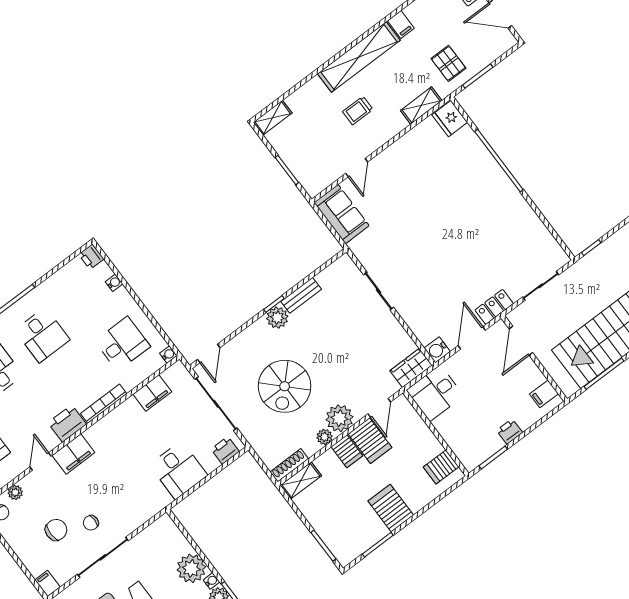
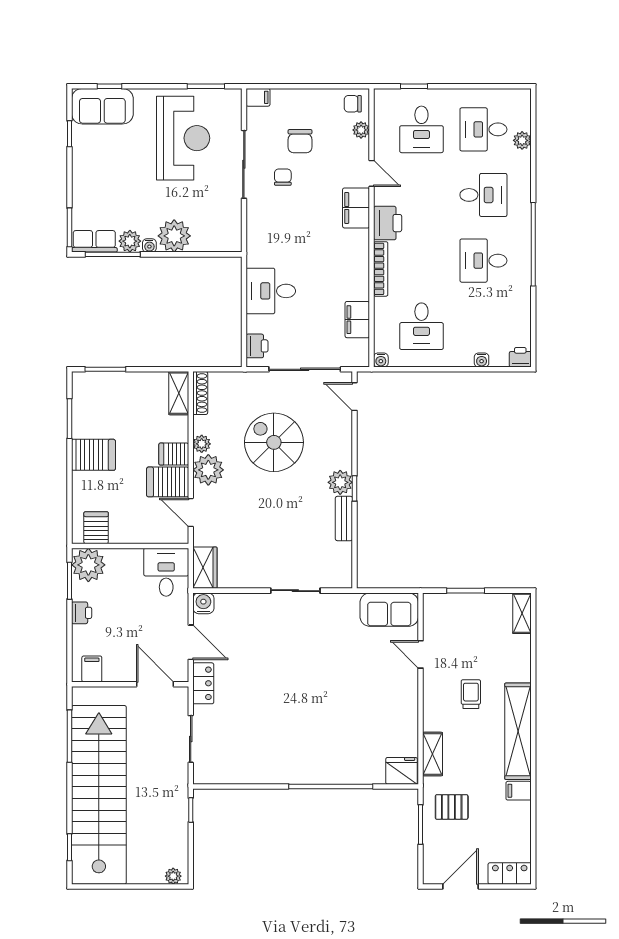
plant: (472, 452) -> (88, 565), added

